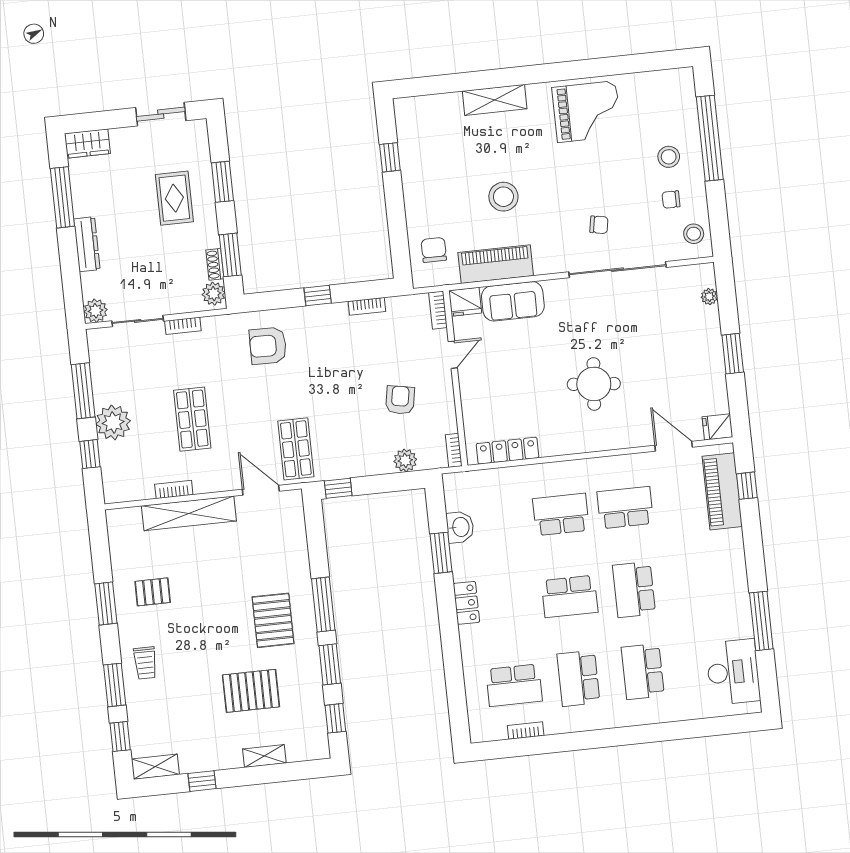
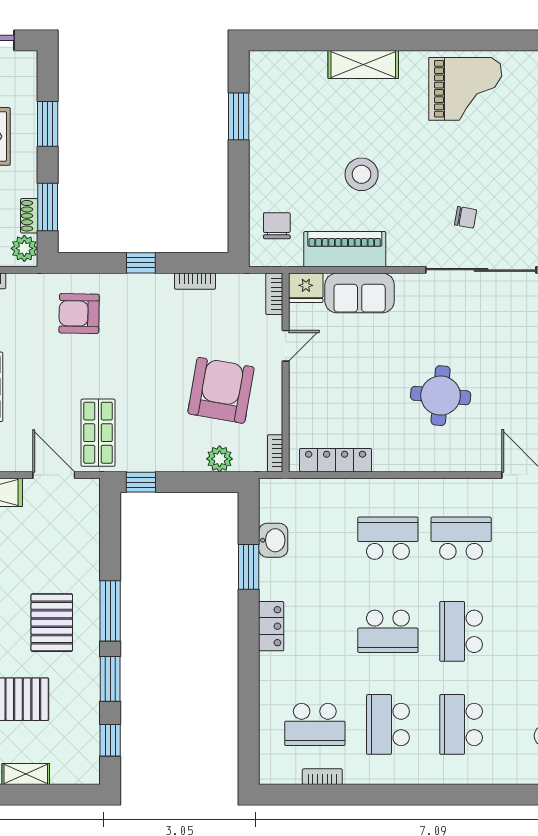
window: (390, 157) -> (239, 116), width x1.50
armchair: (400, 400) -> (221, 390), width x1.88, depth x1.88

